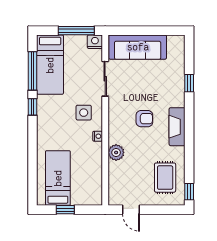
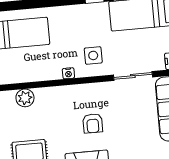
plant: (116, 152) -> (25, 98), moved

